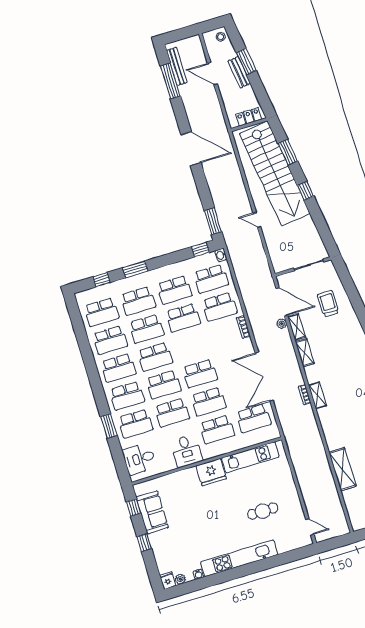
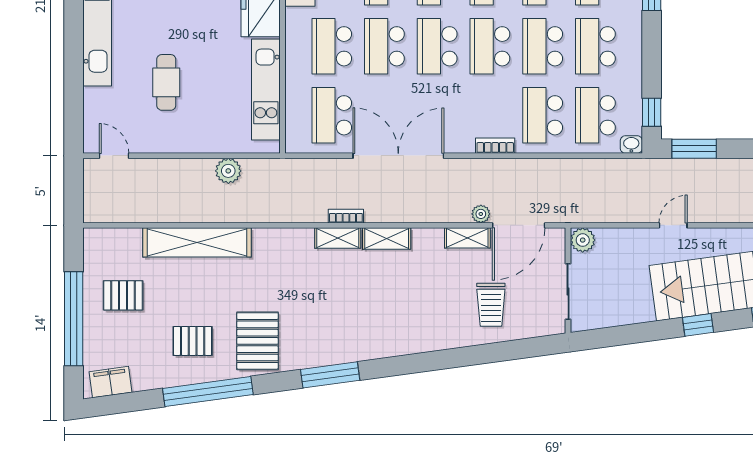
plant: (279, 265) -> (583, 240), added
trolley: (328, 304) -> (491, 305), turned 90
school desk: (192, 346) -> (490, 46), added
shelving: (305, 352) -> (387, 239), moved
plant: (300, 464) -> (228, 171), added
shelving: (342, 469) -> (197, 242), width x1.47
door: (310, 527) -> (114, 156), swing flipped

